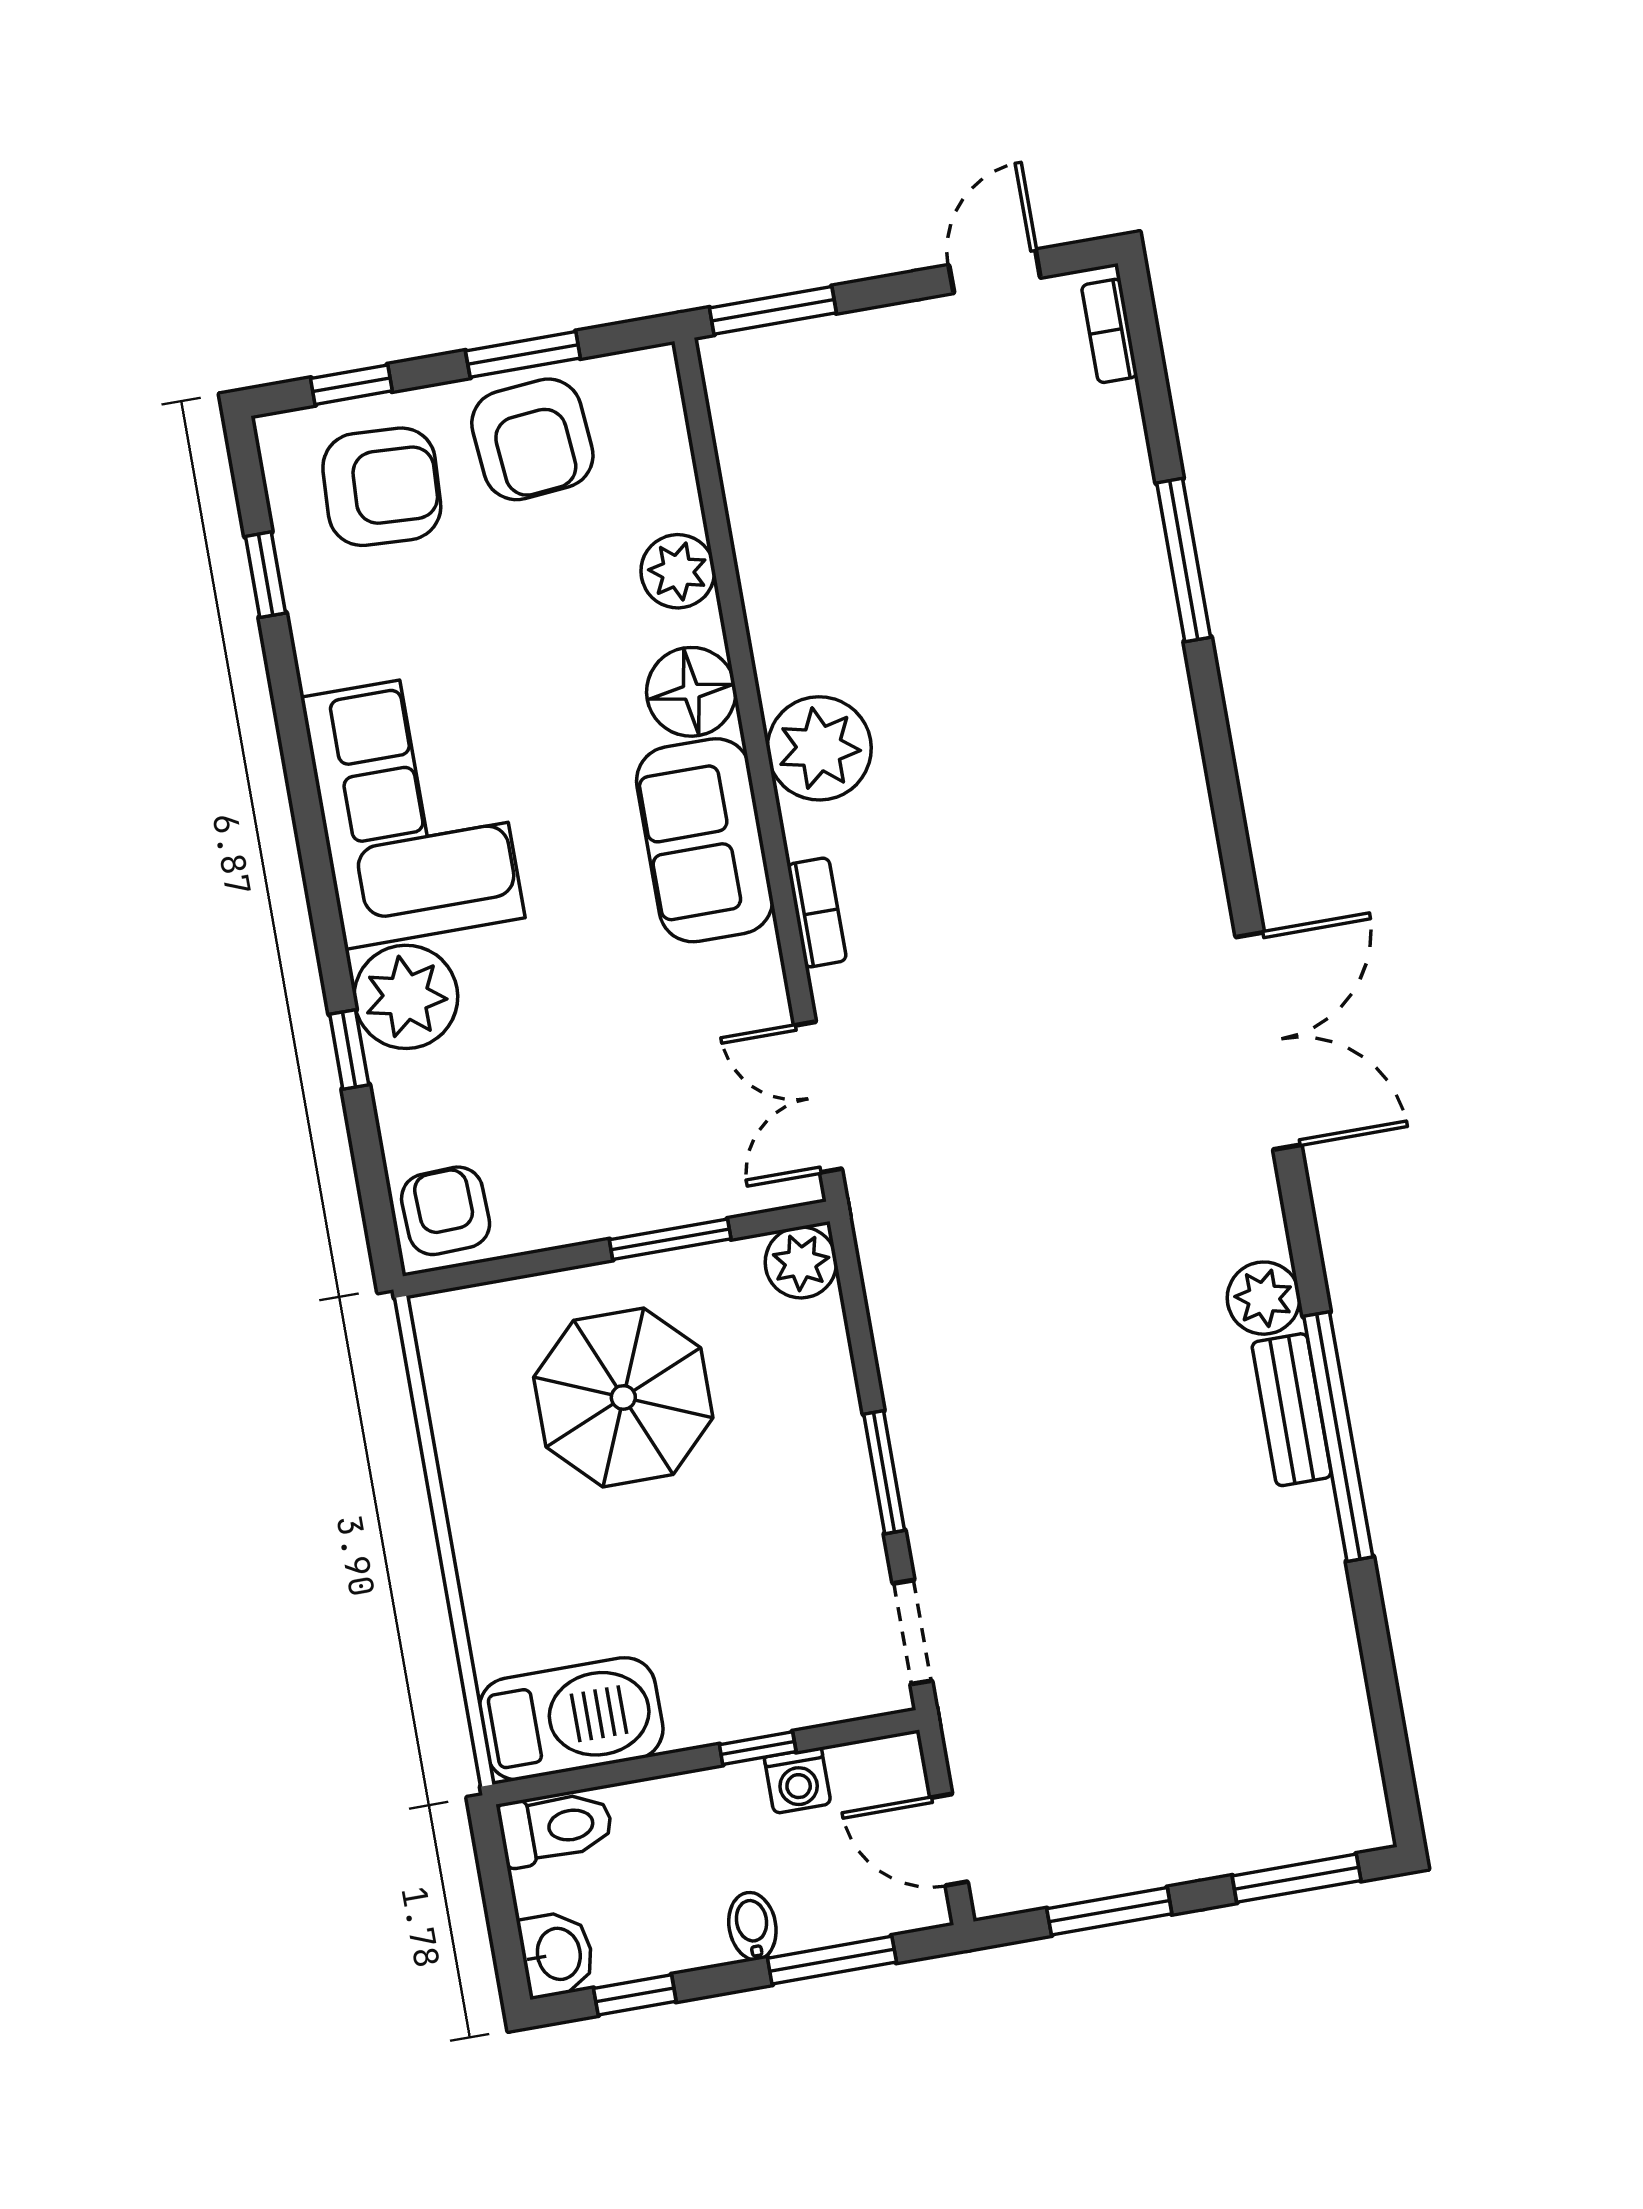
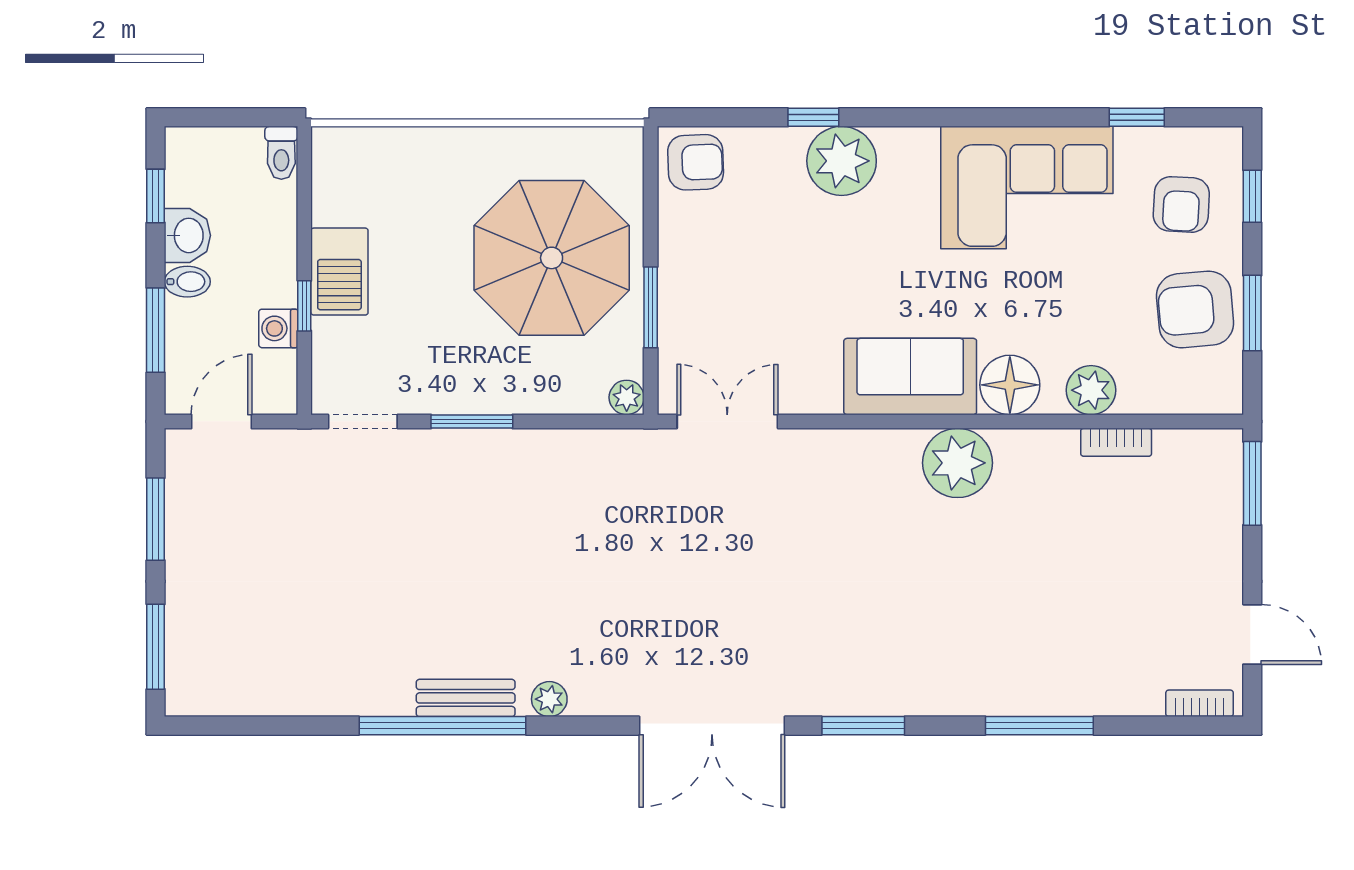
armchair: (382, 487) -> (1181, 204), width x0.72, depth x0.72
corner sofa: (413, 808) -> (1027, 188), moved
window: (1229, 819) -> (863, 726), added
bookcase: (817, 913) -> (1116, 442), moved
plant: (801, 1262) -> (627, 397), width x0.73, depth x0.73
plant: (1264, 1298) -> (549, 699), width x0.73, depth x0.73
parasol: (623, 1397) -> (552, 258), width x1.36, depth x1.36
barbecue: (571, 1719) -> (339, 272), moved, width x0.73, depth x0.83
toilet: (556, 1828) -> (281, 153), width x0.73, depth x0.72
washbasin: (557, 1954) -> (187, 235), moved, turned -90

